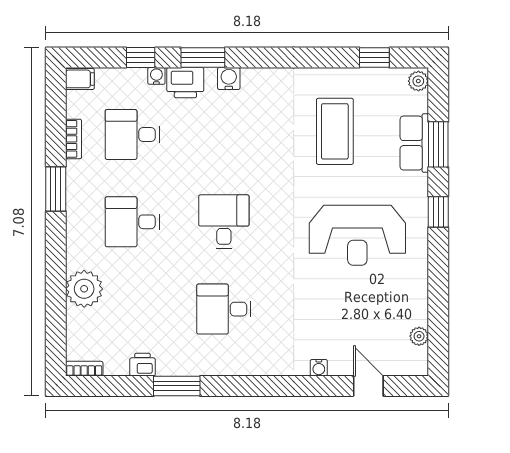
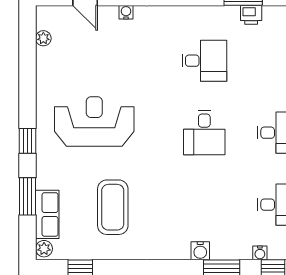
printer: (185, 83) -> (236, 247), removed
row of seats: (414, 143) -> (47, 214), moved
printer: (142, 365) -> (251, 15), moved

